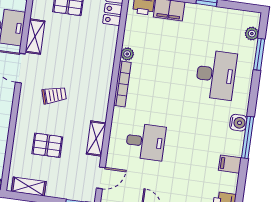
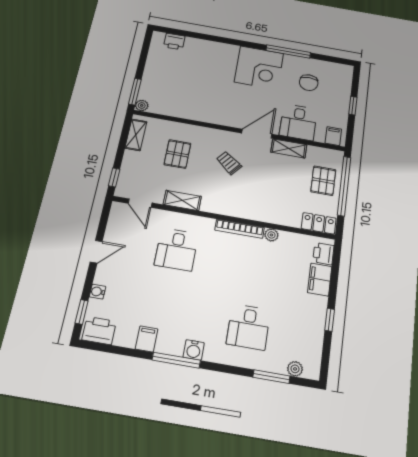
desk: (216, 75) -> (248, 327), width x0.73
trolley: (54, 95) -> (229, 163), turned 146

